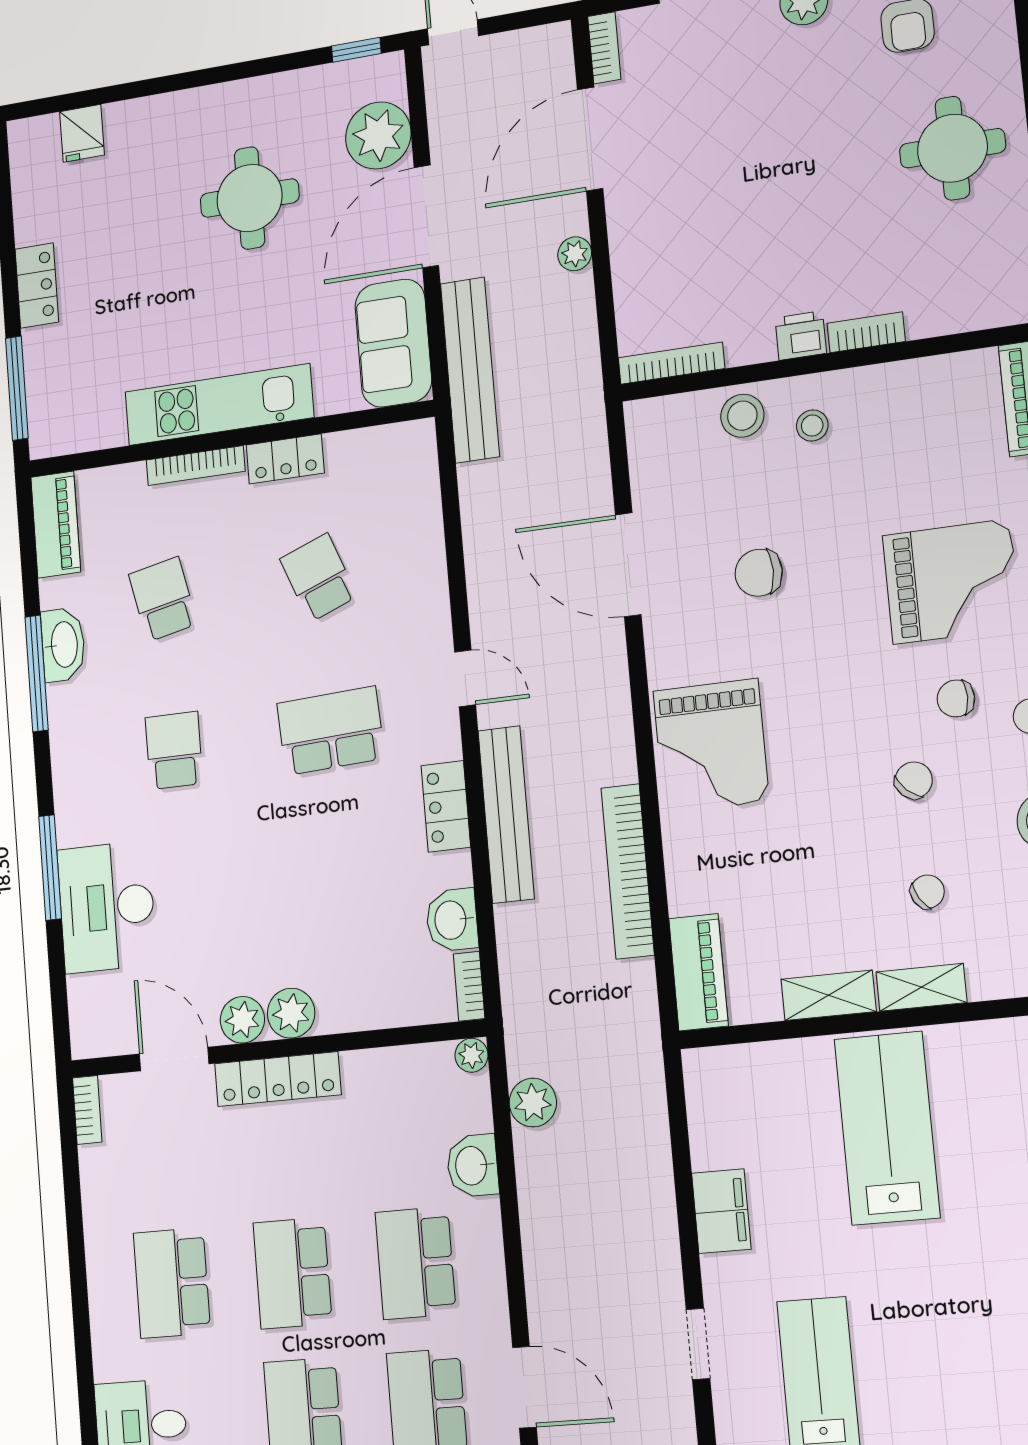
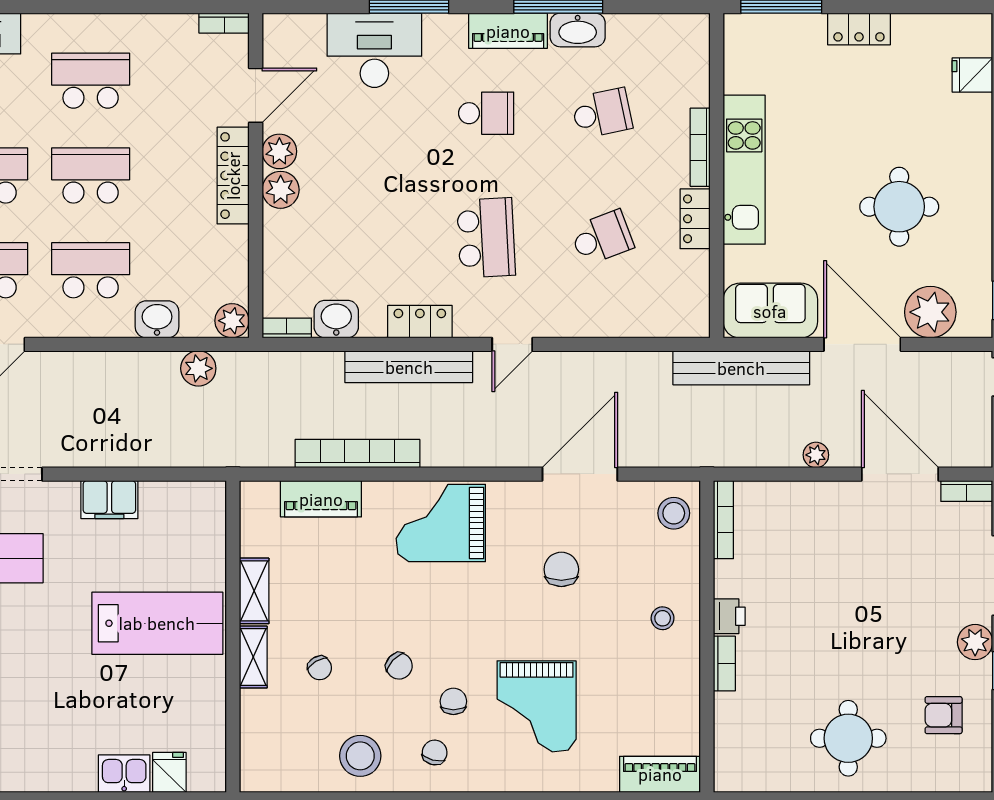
stool: (742, 416) -> (674, 513), moved
piano: (56, 525) -> (508, 31), moved
piano: (698, 972) -> (321, 499), moved
plant: (471, 1055) -> (232, 321), width x1.38, depth x1.38

